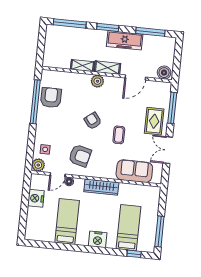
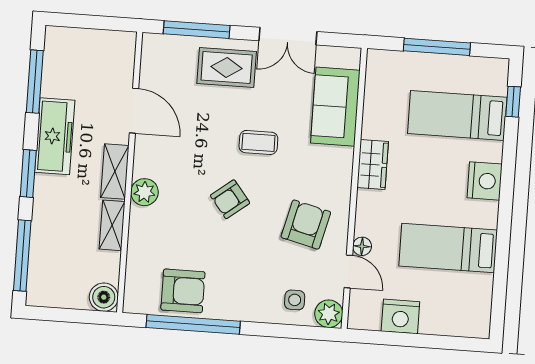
boiler: (164, 73) -> (104, 297), moved
armchair: (51, 98) -> (183, 291), turned 180
wardrobe: (101, 187) -> (373, 164), width x0.67
window: (159, 231) -> (437, 47), moved

